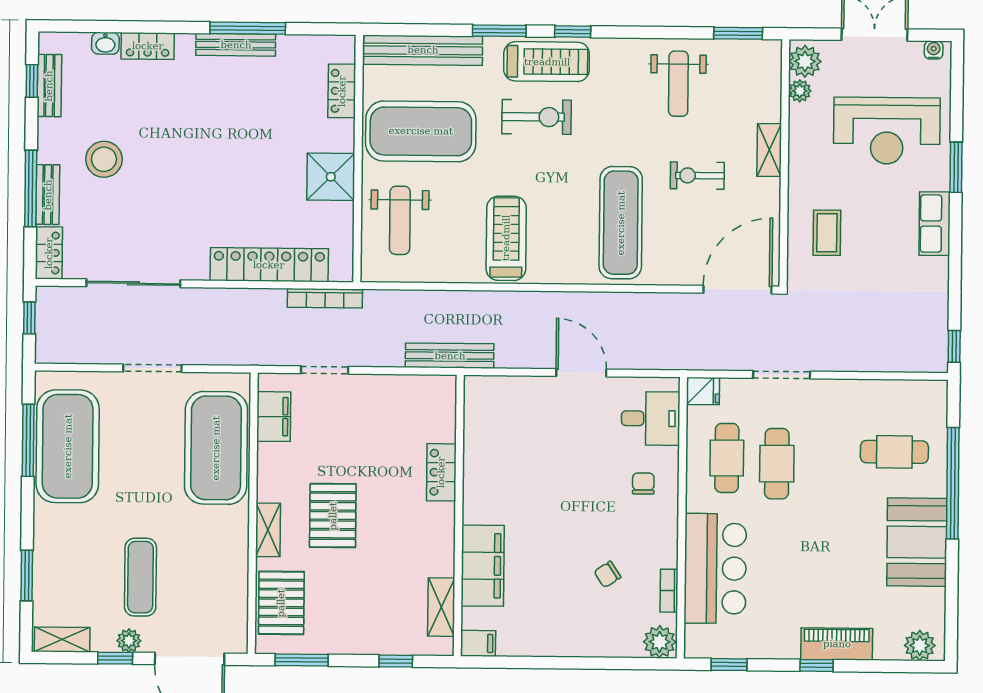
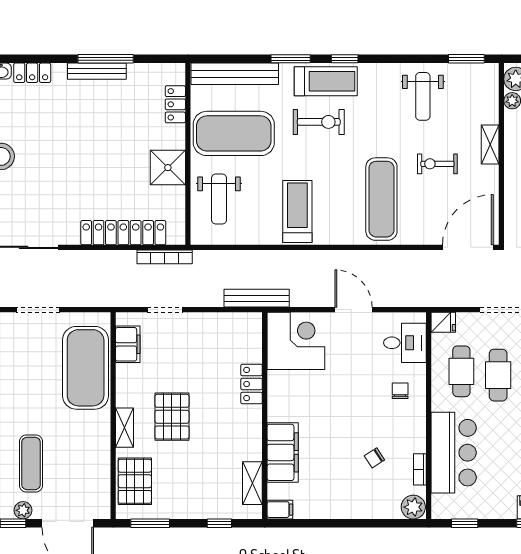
corner desk: (502, 414) -> (296, 341), added

